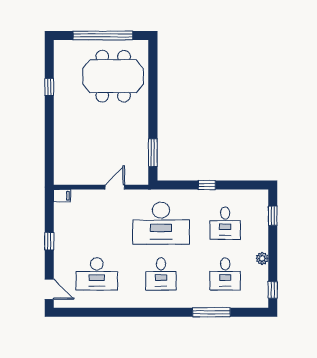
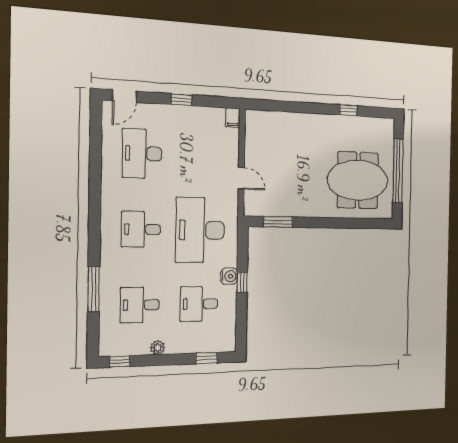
meeting table: (113, 76) -> (358, 180), turned 90
water cooler: (201, 197) -> (229, 276), added

